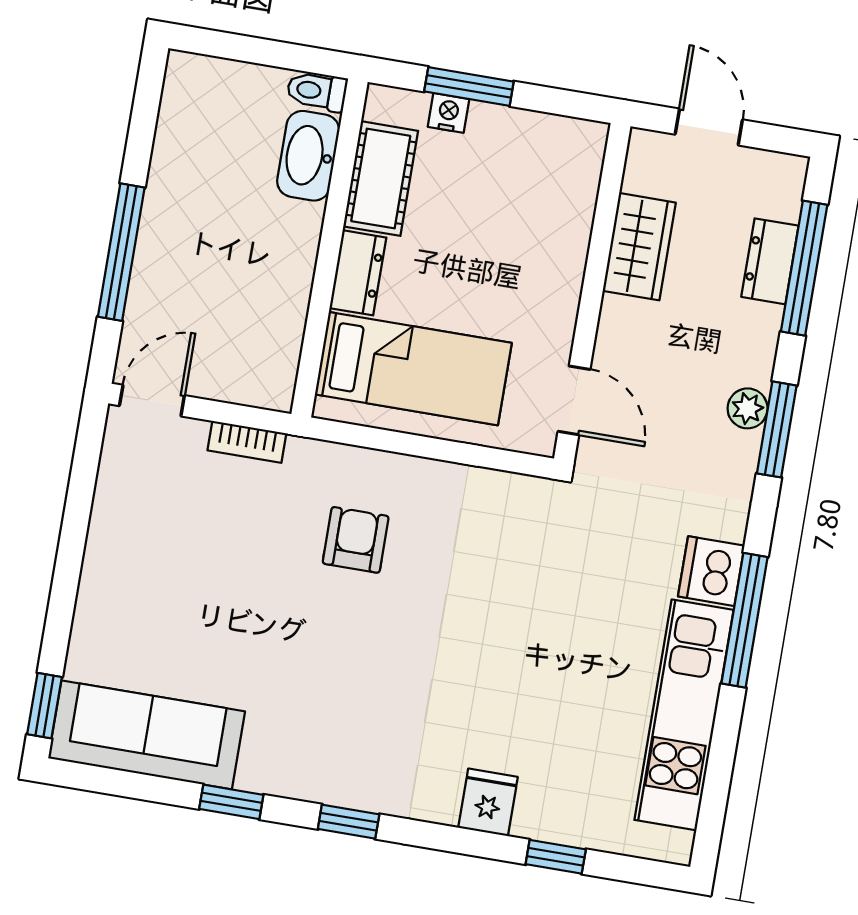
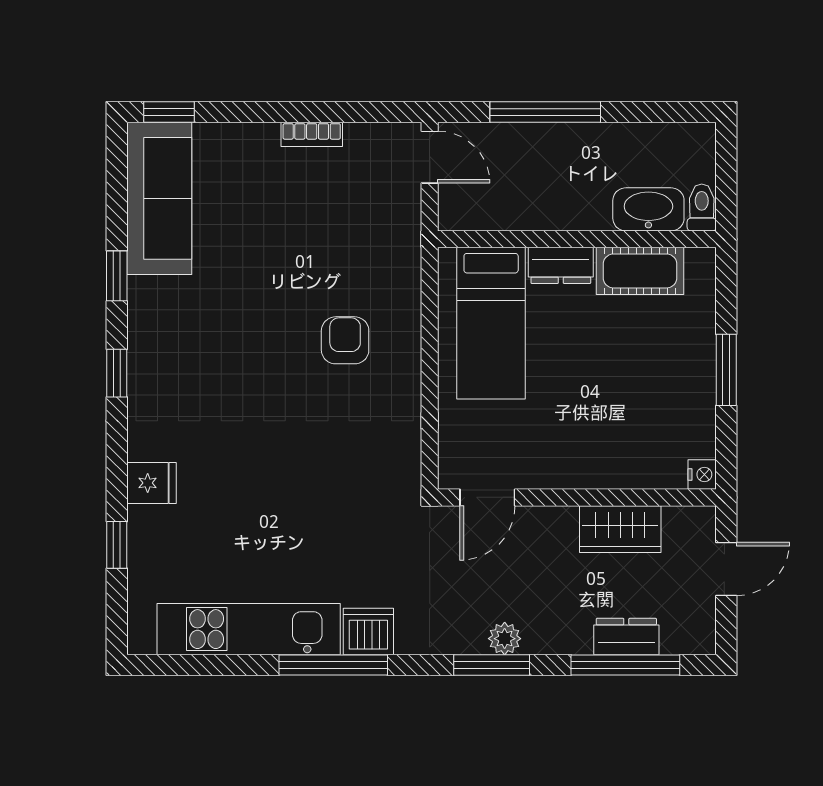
toilet: (317, 91) -> (702, 207), moved
nightstand: (448, 113) -> (702, 474), moved
washbasin: (308, 156) -> (648, 209), moved
cot: (381, 179) -> (640, 271), moved
wall: (330, 248) -> (577, 239), moved
dresser: (358, 273) -> (561, 265), moved
bed: (413, 369) -> (491, 323), moved
bookcase: (247, 442) -> (312, 134), moved, turned -90
armchair: (356, 540) -> (345, 340), turned -90

